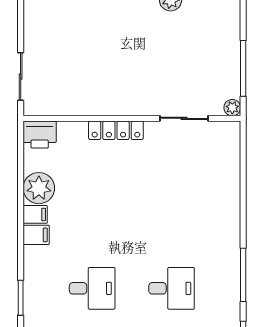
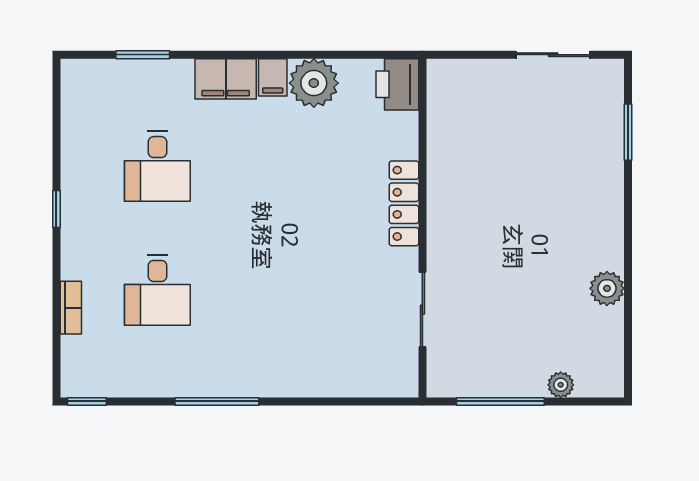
sliding door: (21, 76) -> (553, 55), moved
plant: (232, 108) -> (561, 385), moved
filing cabinet: (36, 235) -> (226, 79), width x2.00
window: (243, 275) -> (217, 401), moved

